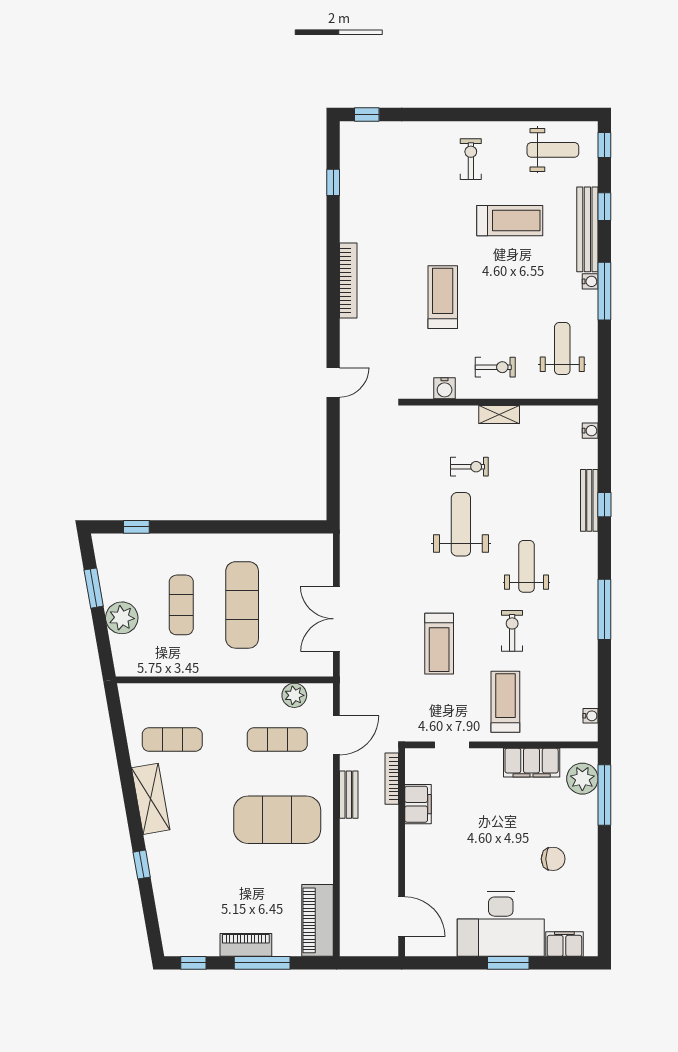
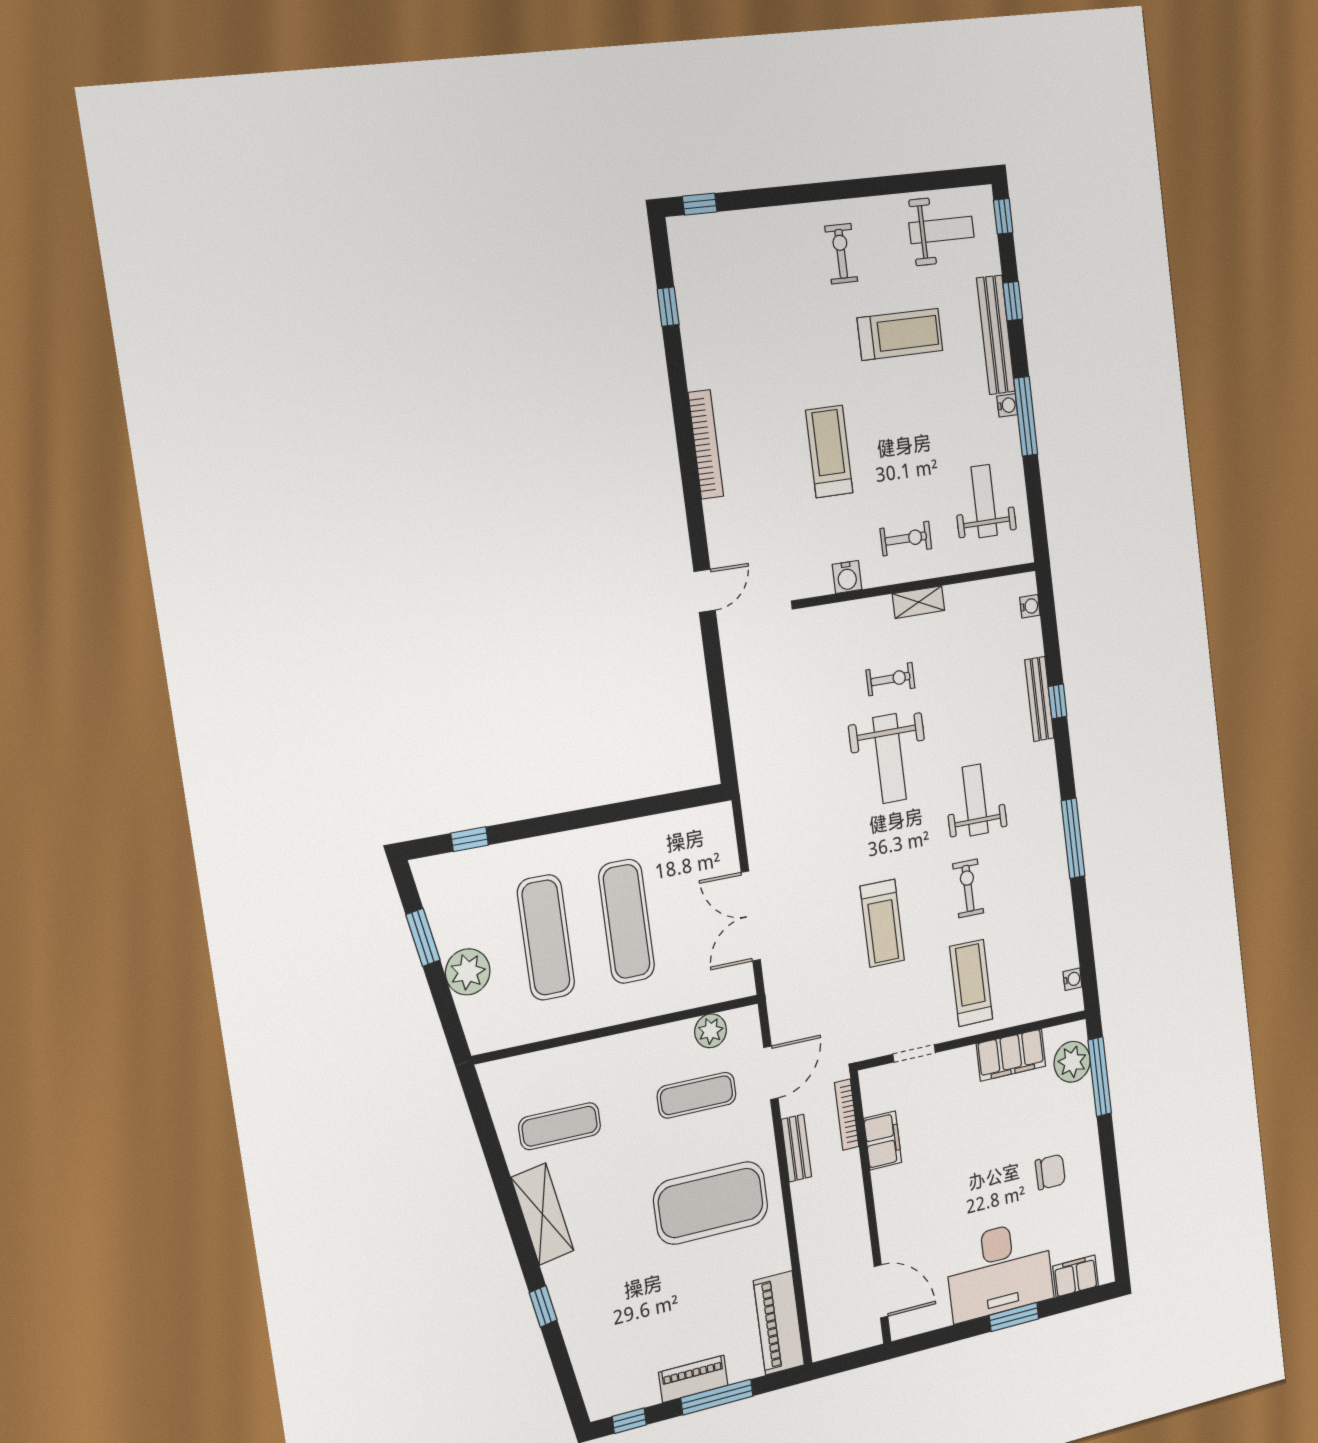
weight bench: (461, 524) -> (890, 759), turned 180
exercise mat: (181, 605) -> (546, 938), width x1.36, depth x1.45

